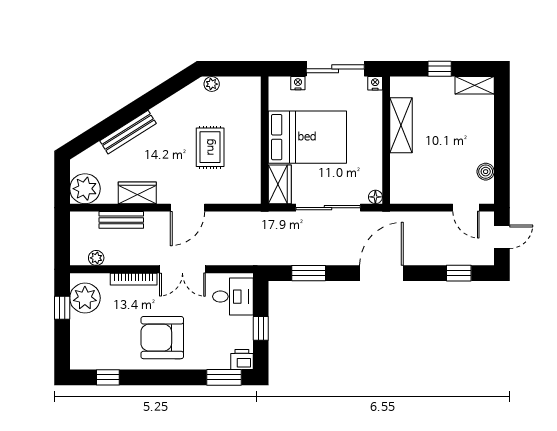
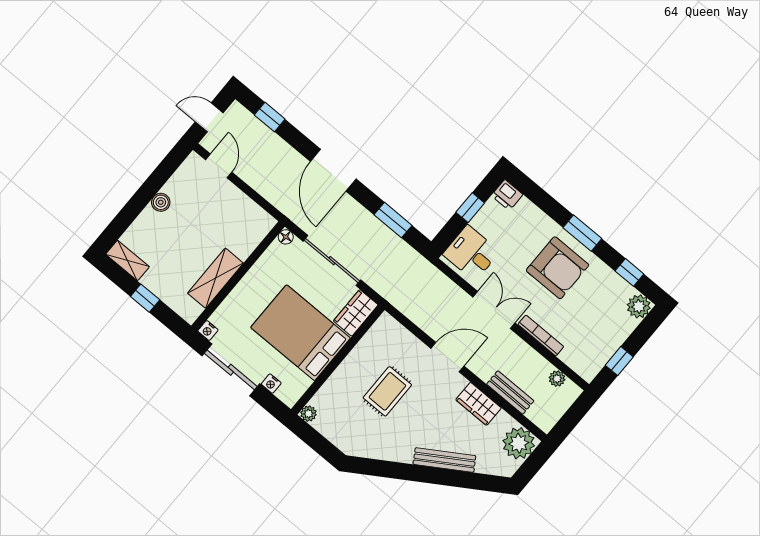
plant: (212, 84) -> (309, 414), moved
boiler: (486, 172) -> (161, 202), moved
door: (381, 273) -> (333, 170), hinge flipped
plant: (85, 298) -> (639, 306), moved, width x0.73, depth x0.73
window: (224, 377) -> (582, 233), moved

